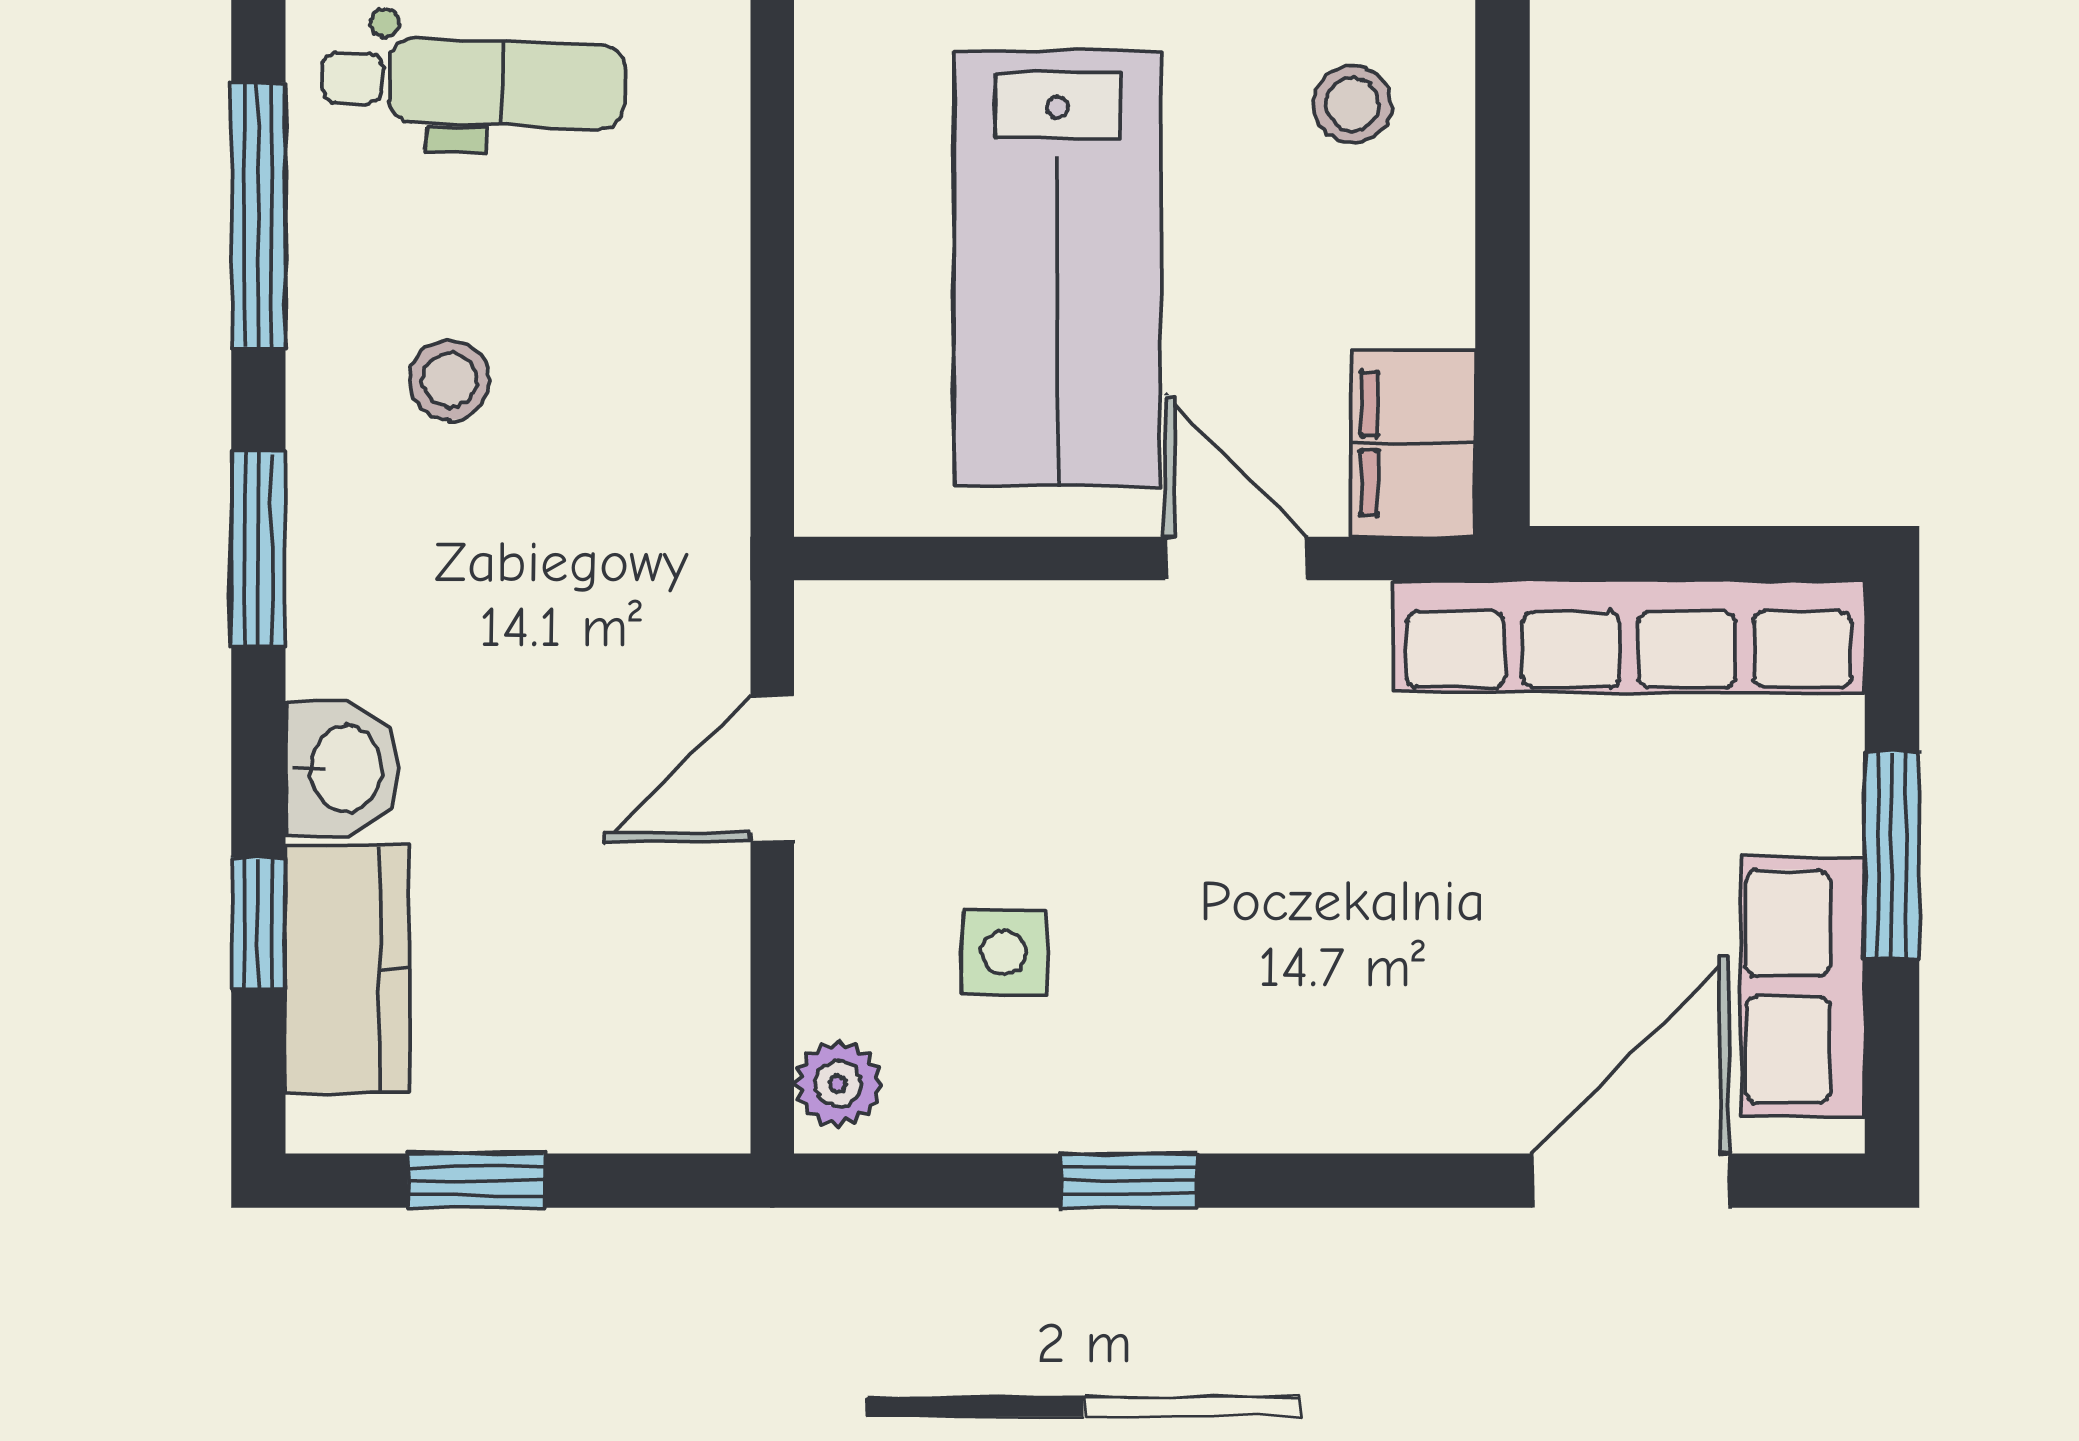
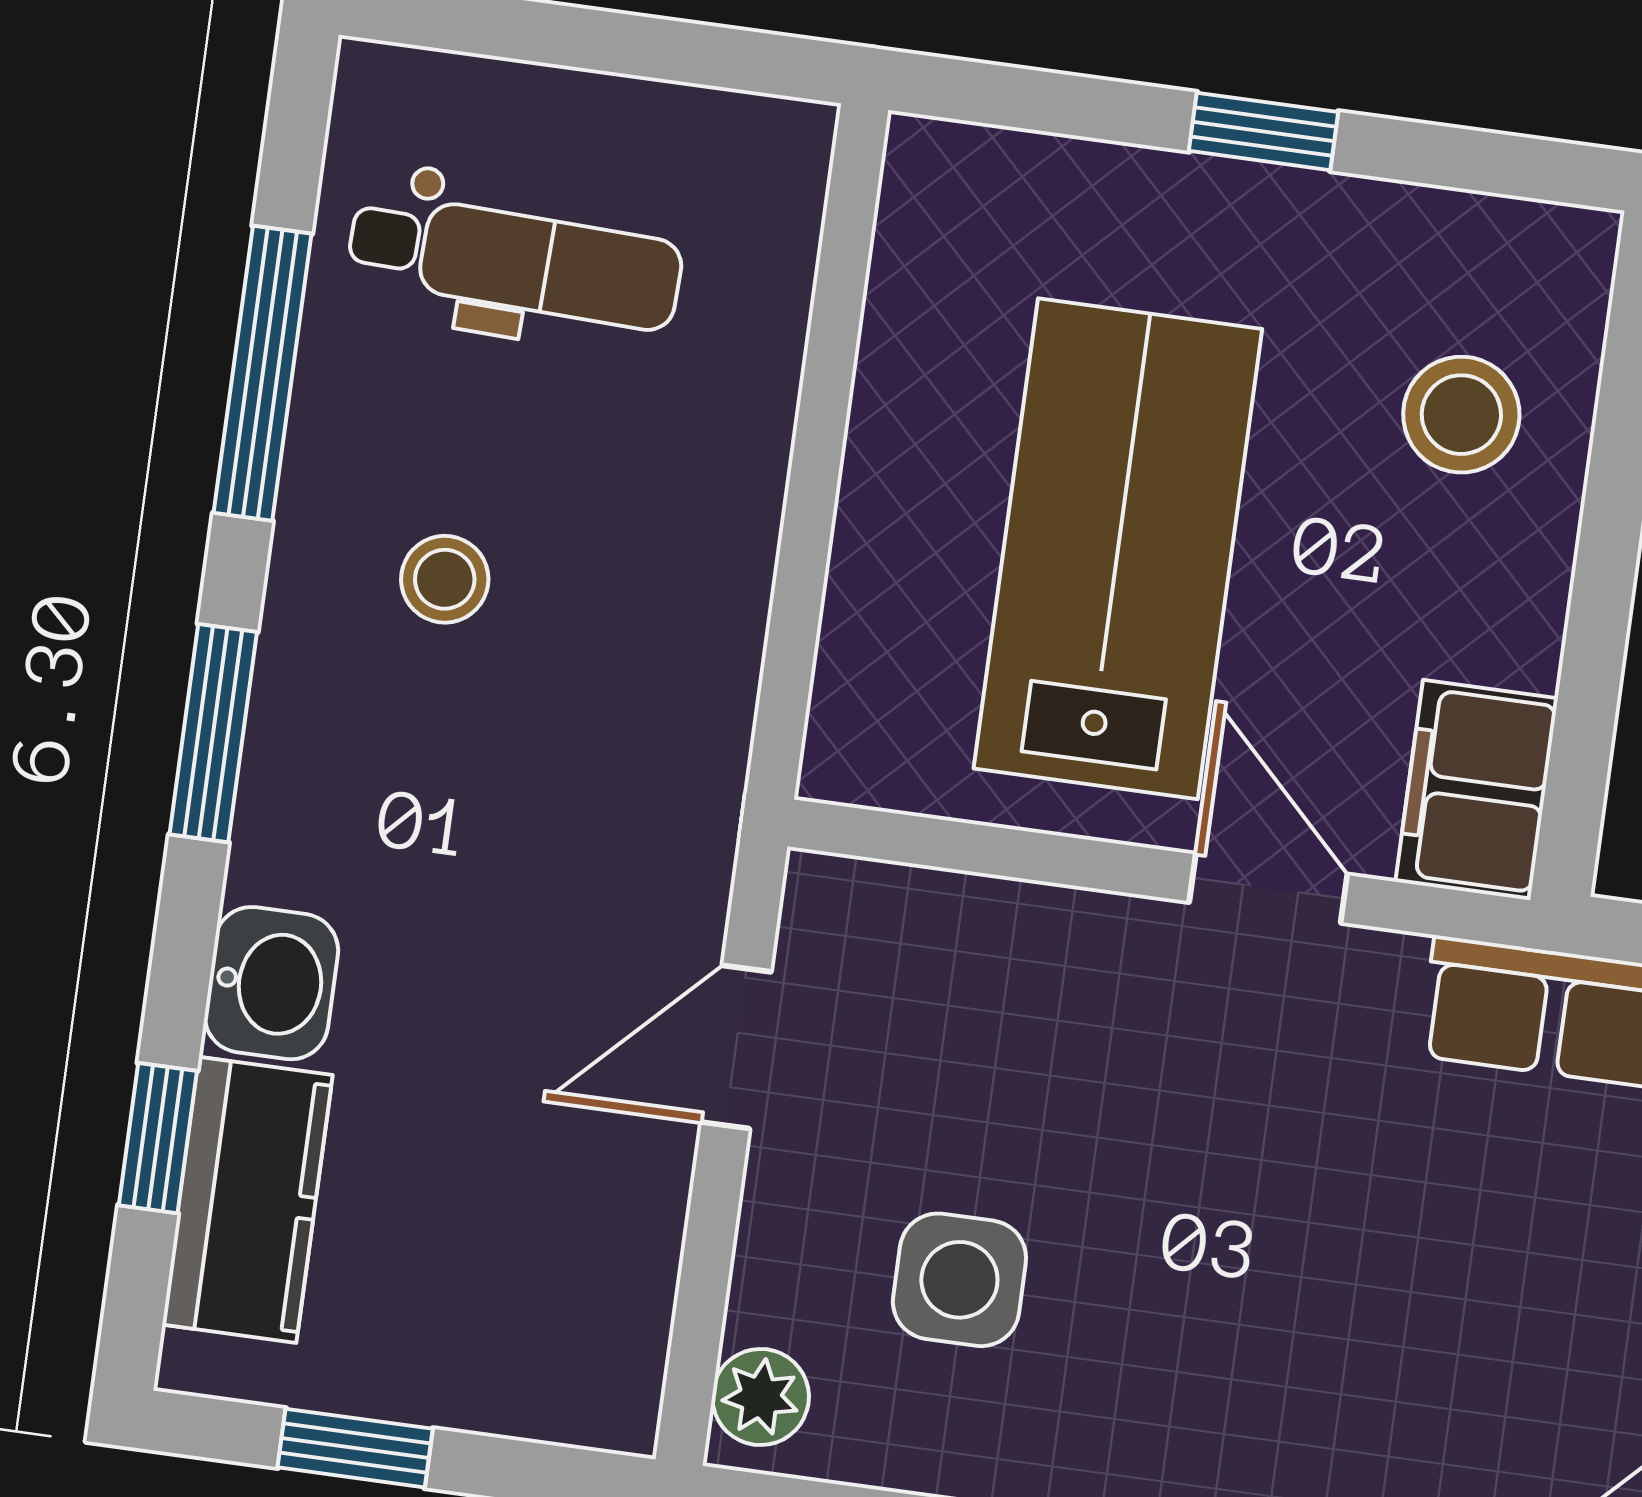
stool: (1352, 104) -> (1461, 415), width x1.37, depth x1.37
lab bench: (1057, 269) -> (1118, 549), turned 180
side table: (1004, 953) -> (959, 1280), width x1.37, depth x1.37

